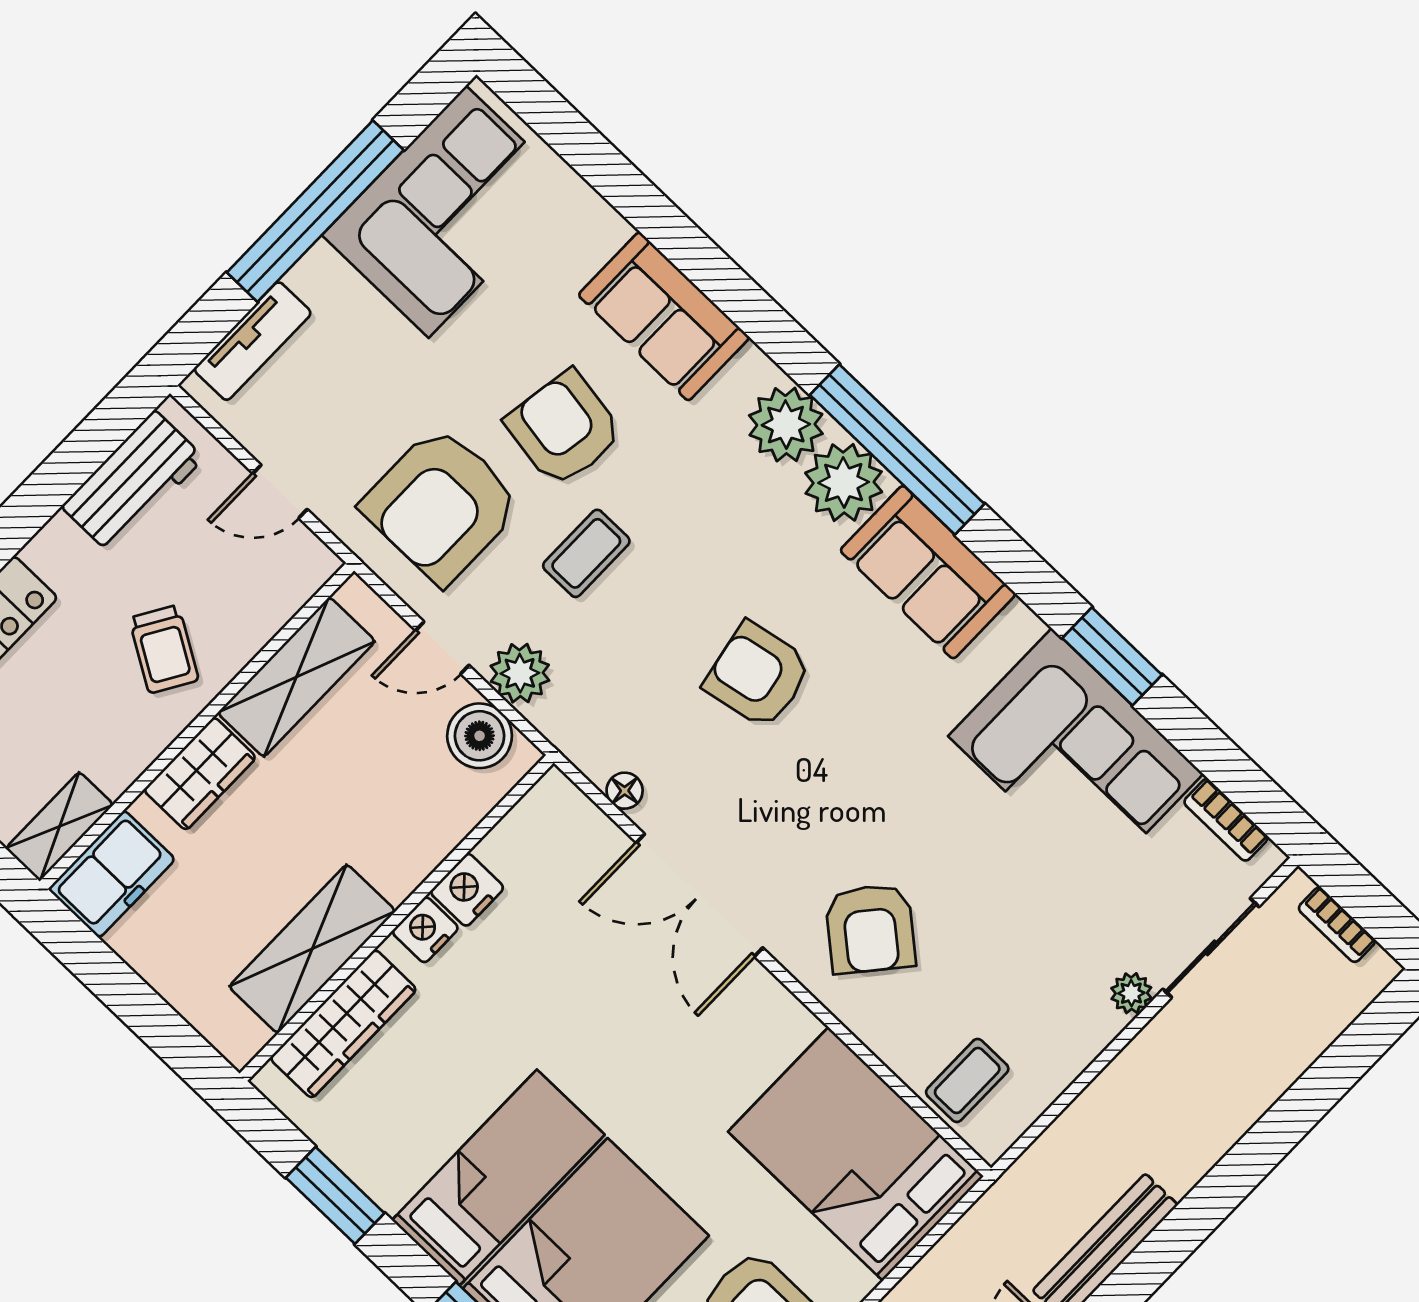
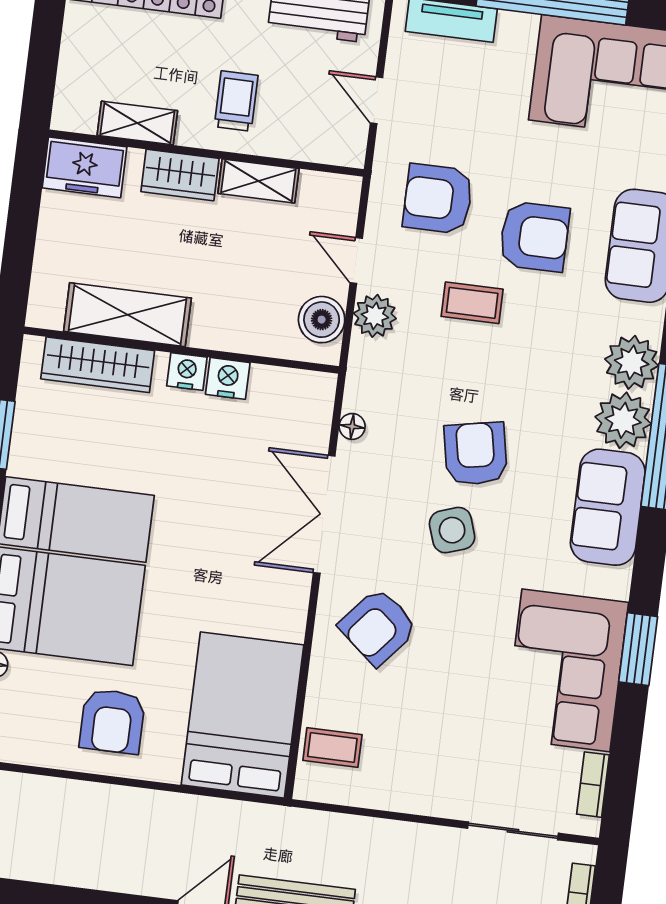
armchair: (564, 429) -> (534, 237), turned 81
armchair: (441, 505) -> (438, 199), width x0.73, depth x0.73
trolley: (164, 649) -> (236, 101), turned 149
shelving: (296, 677) -> (258, 181), width x0.67, depth x0.75
side table: (824, 765) -> (452, 530), added
shelving: (60, 826) -> (137, 123), moved
plant: (1131, 993) -> (453, 804), removed

